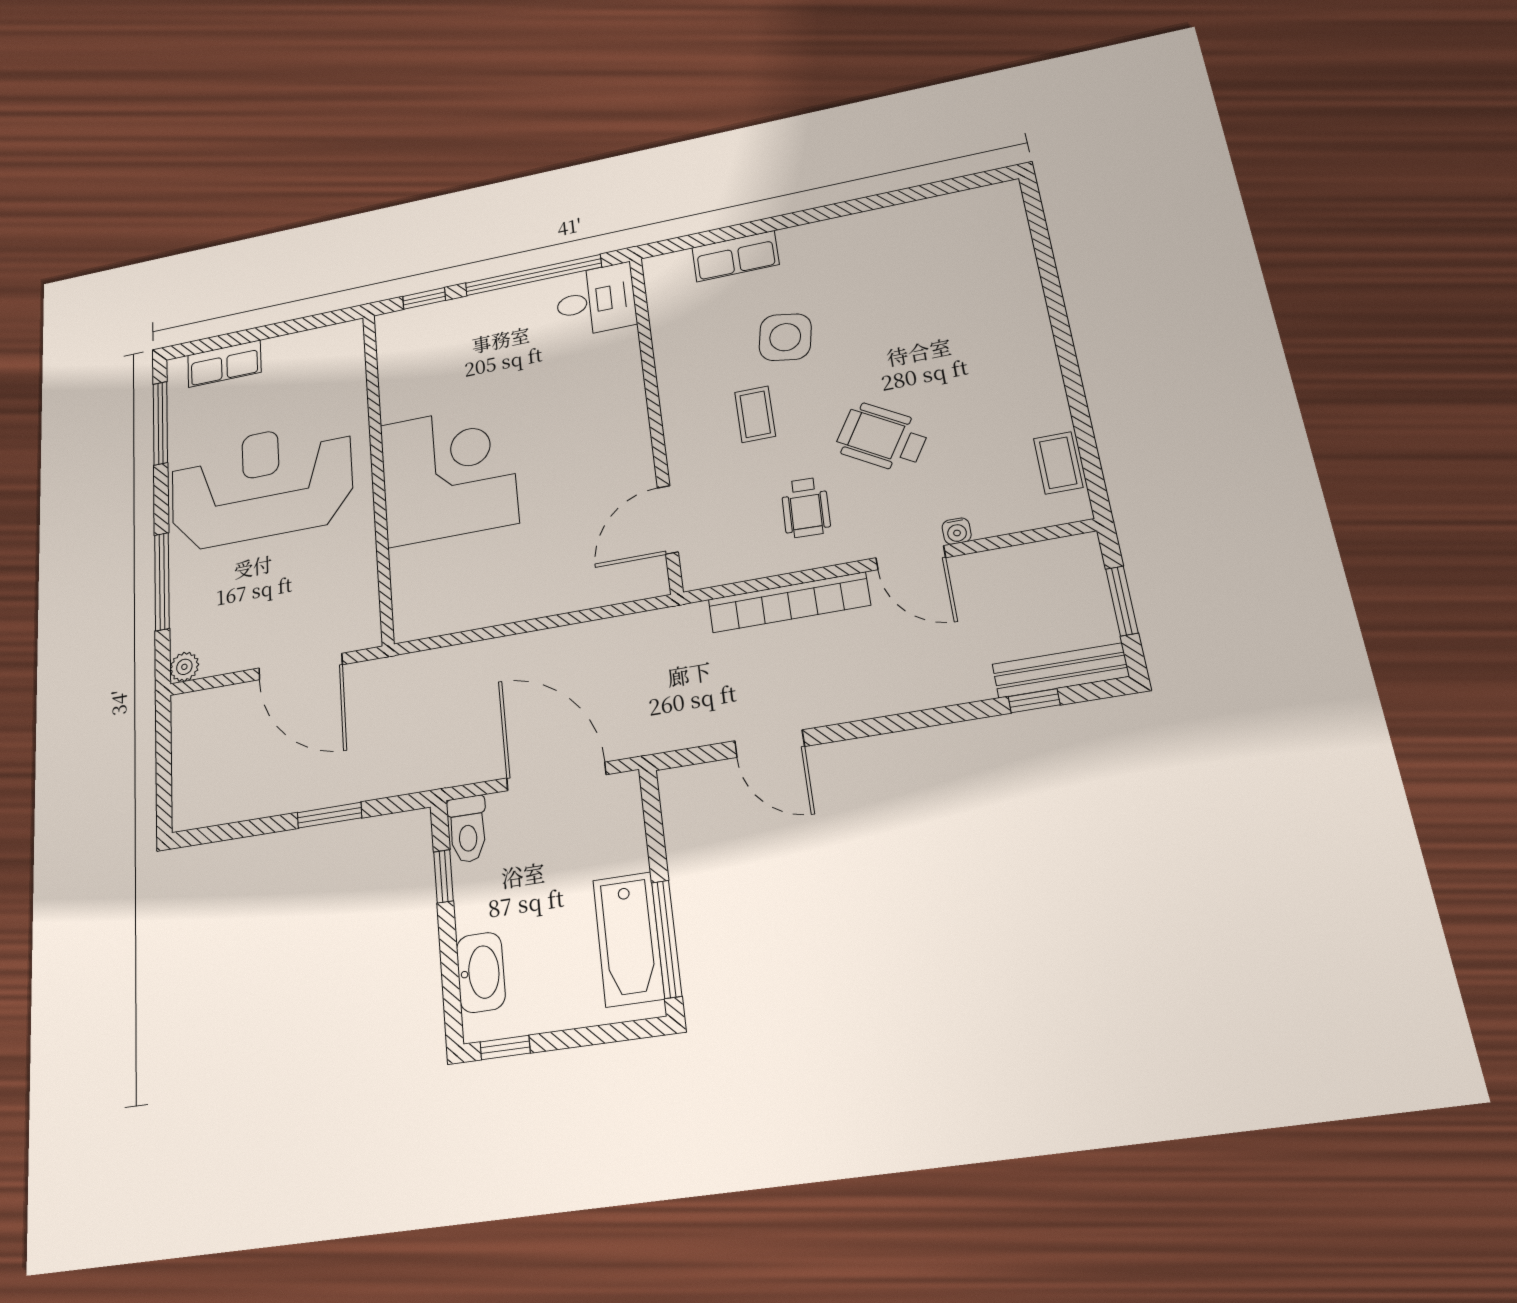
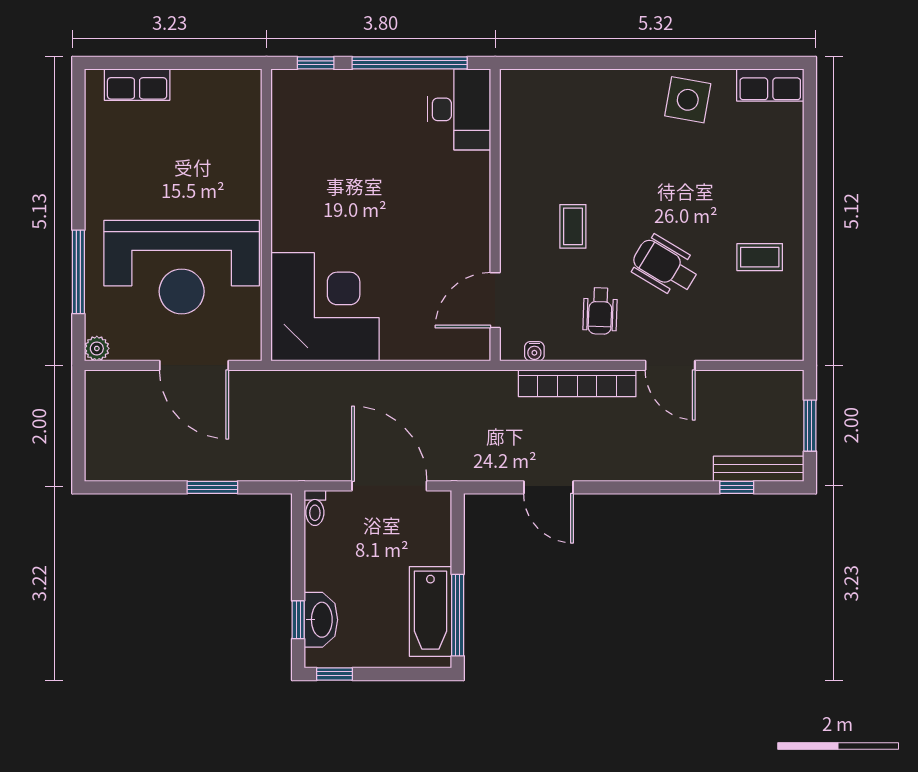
row of seats: (735, 256) -> (770, 85), moved
desk: (596, 300) -> (459, 109), width x1.37
side table: (785, 337) -> (688, 100), moved
window: (160, 423) -> (78, 128), removed
coffee table: (1058, 463) -> (760, 257), moved, turned 90
corner desk: (449, 474) -> (325, 307), moved
reception desk: (261, 485) -> (182, 267), moved, turned 180
water cooler: (957, 531) -> (534, 351), moved
toilet: (467, 829) -> (315, 508), width x0.73, depth x0.72
window: (443, 876) -> (298, 620), moved

